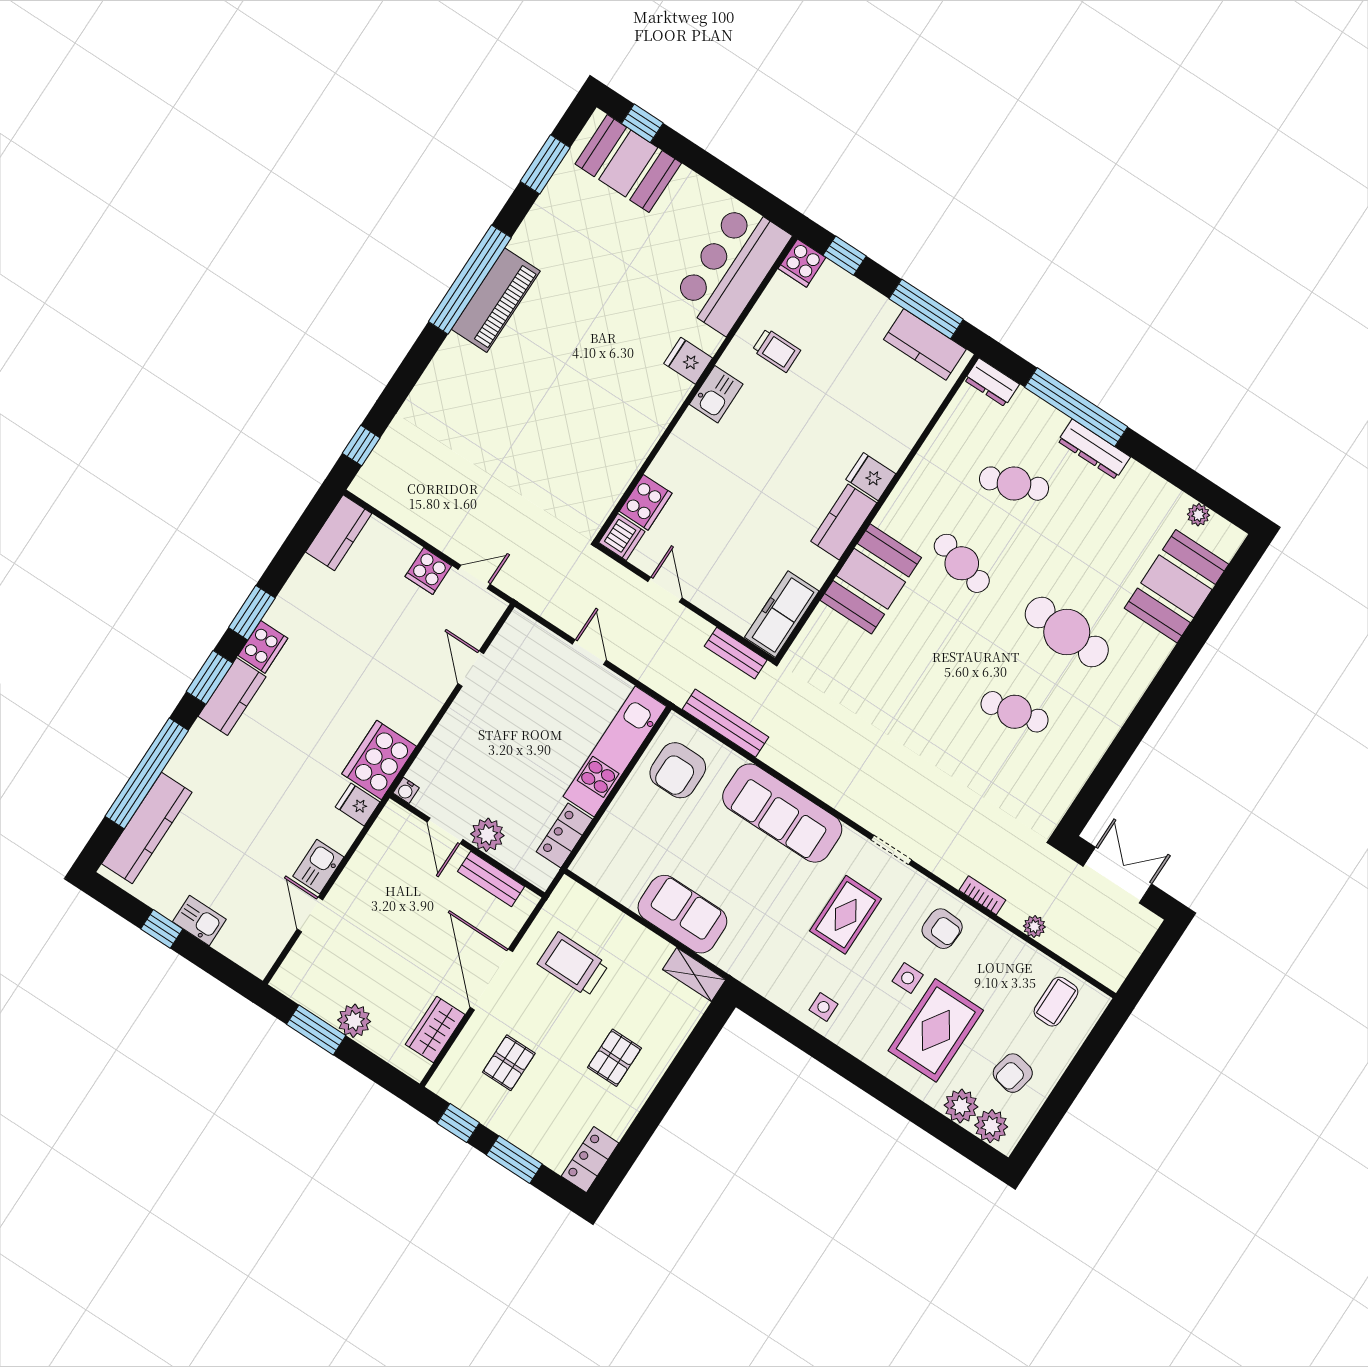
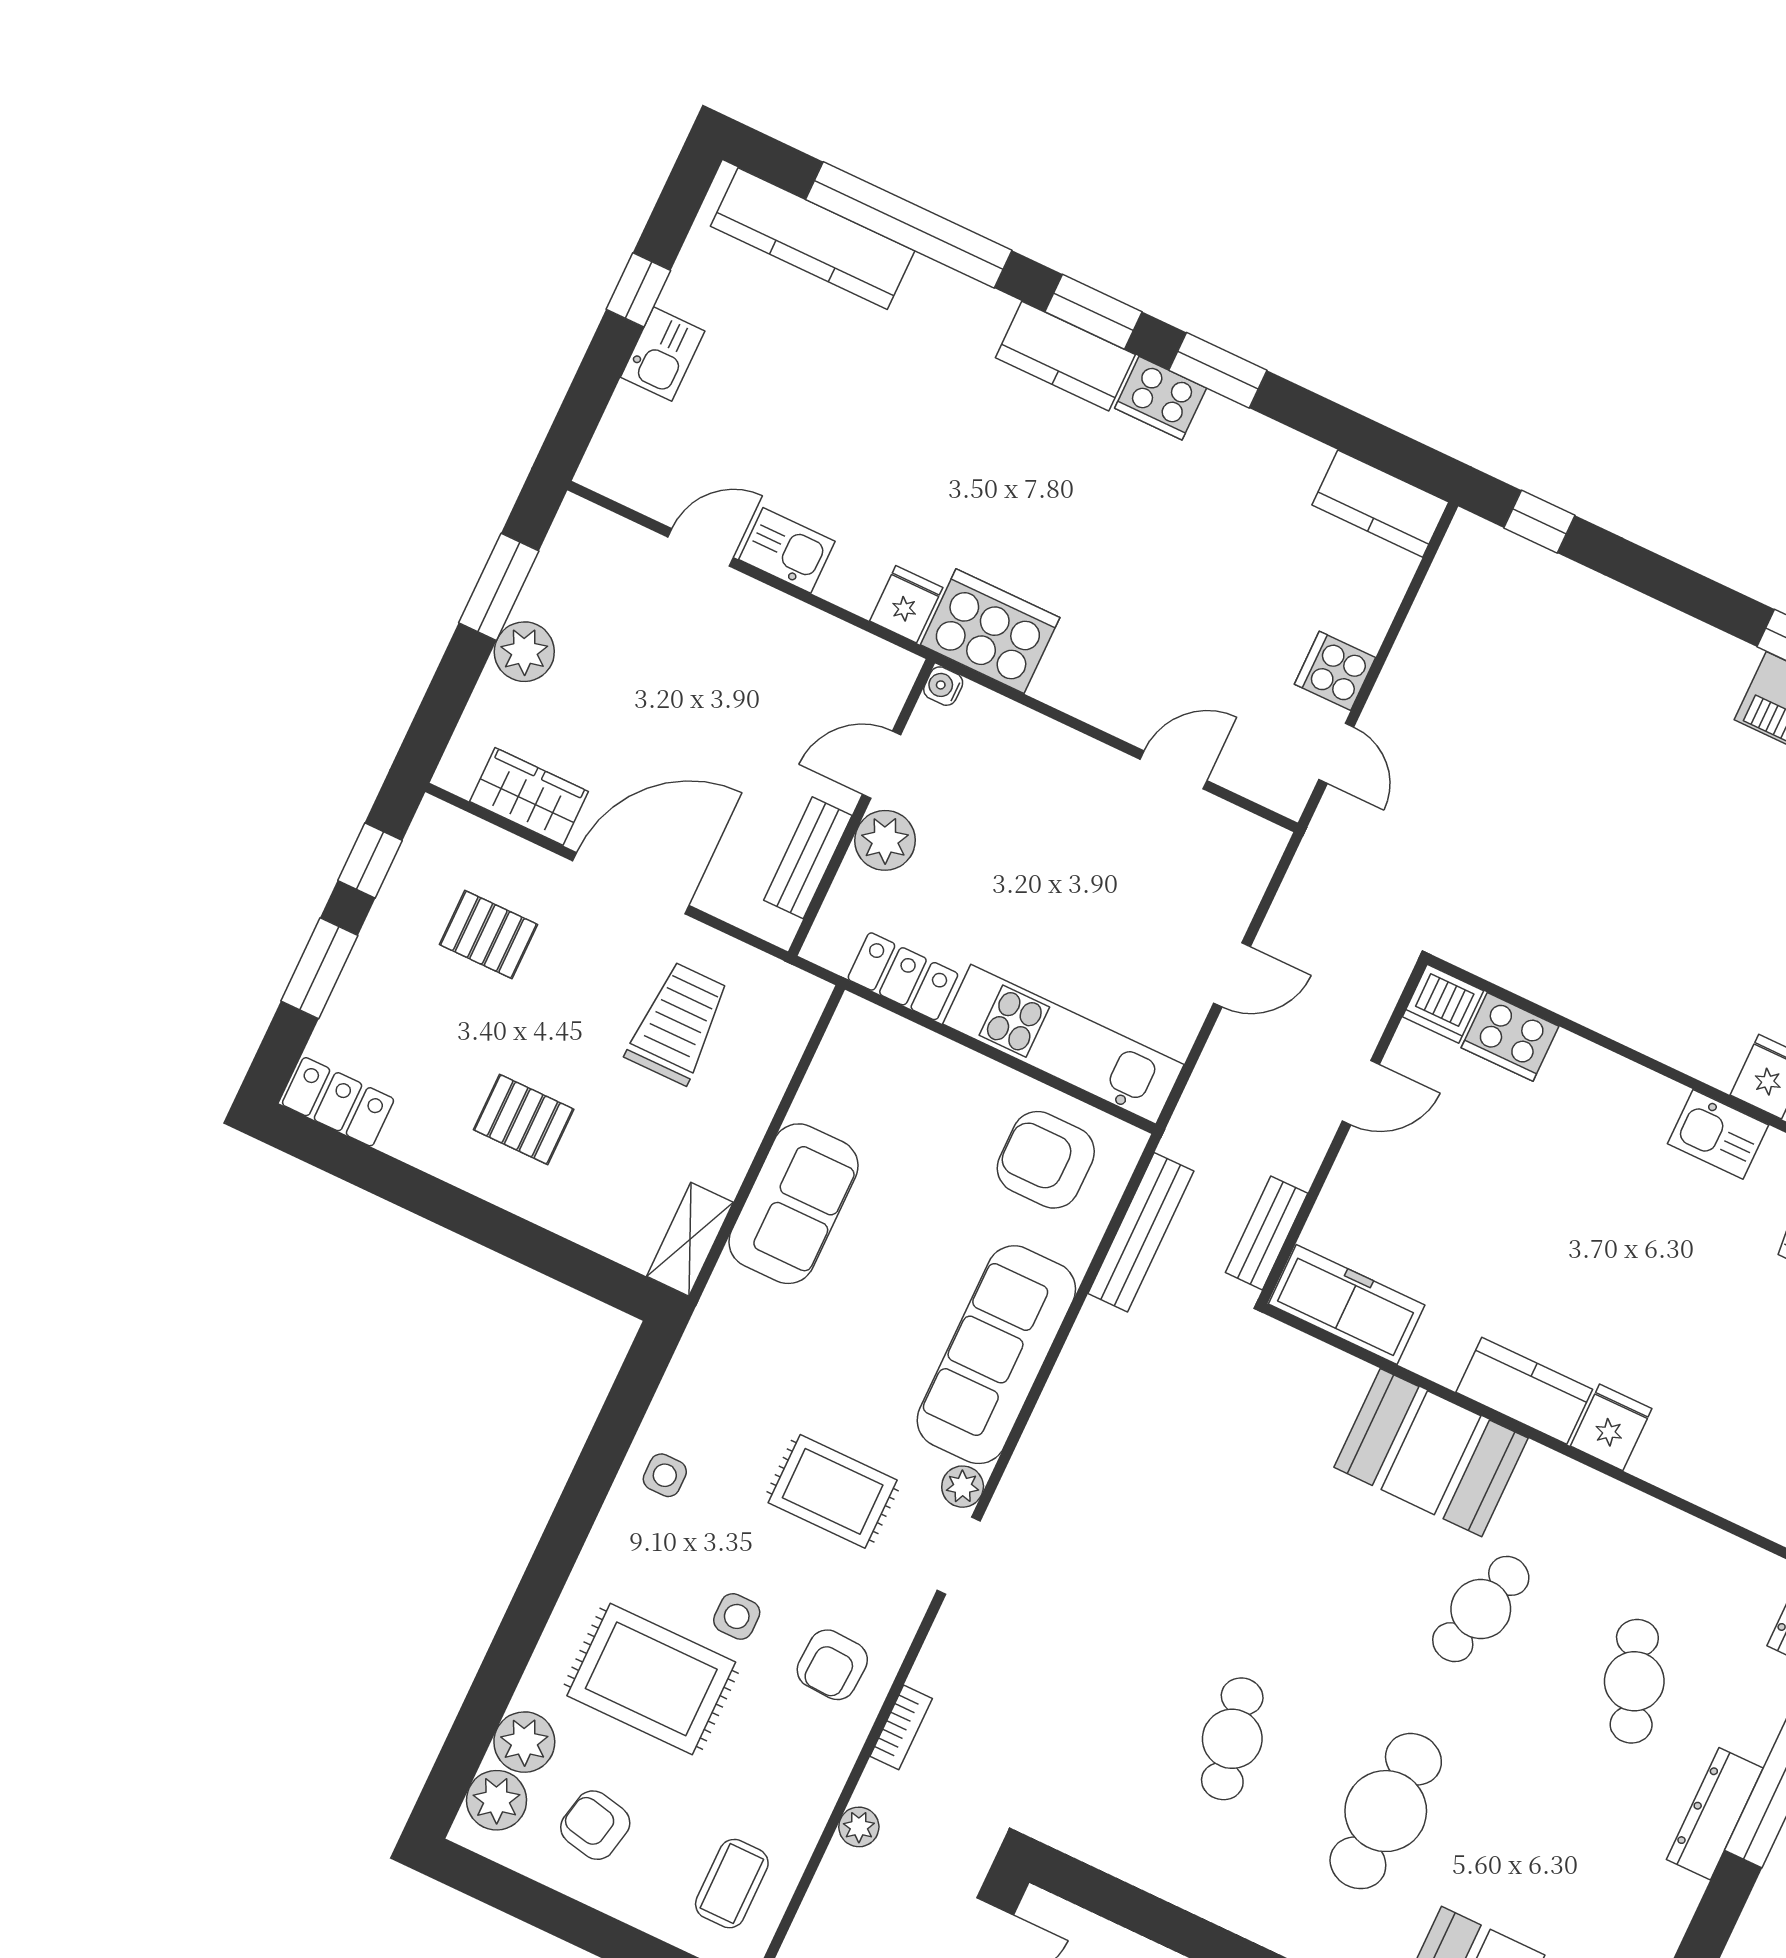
plant: (853, 842) -> (963, 1487), added
coffee table: (1056, 1002) -> (732, 1884), turned 90

